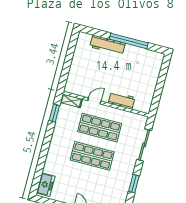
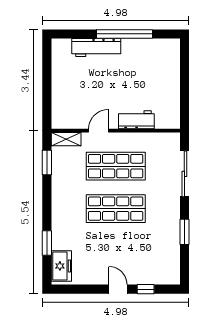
window: (40, 167) -> (47, 243), added

